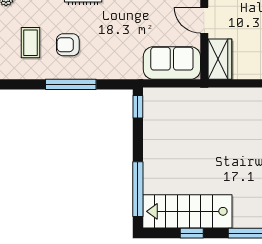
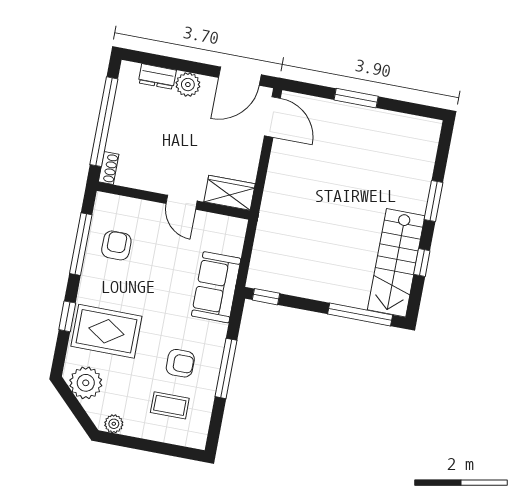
door: (204, 20) -> (182, 202), hinge flipped
armchair: (68, 45) -> (180, 363), turned -90
sofa: (172, 63) -> (216, 287), moved

